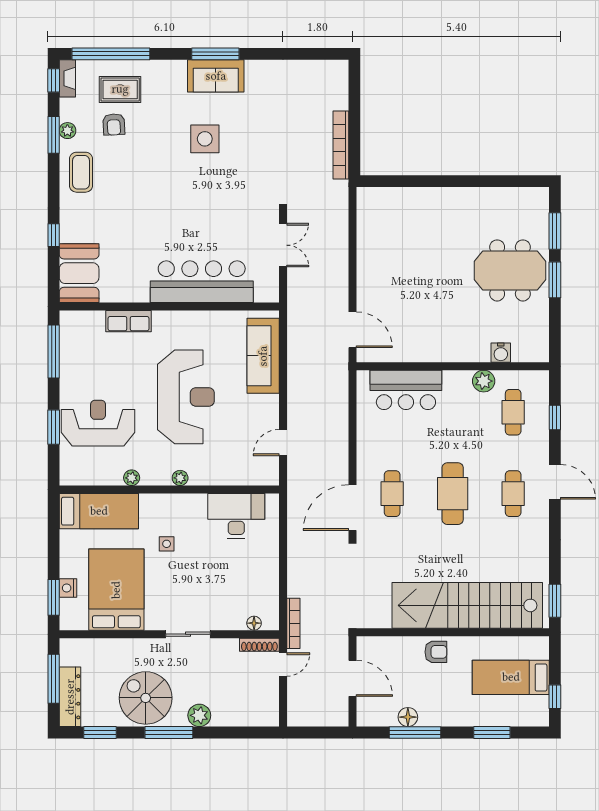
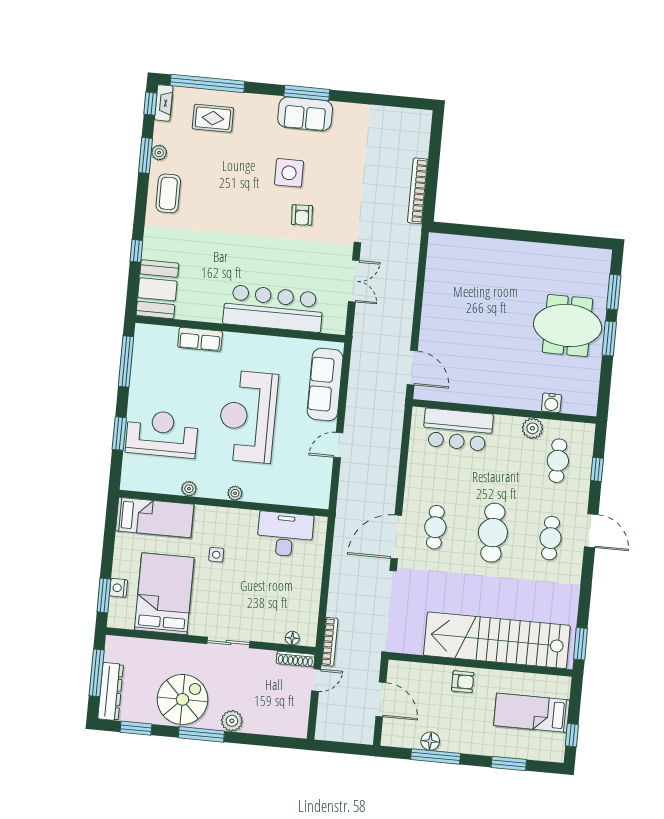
armchair: (114, 124) -> (302, 215), moved
reception desk: (186, 397) -> (248, 417), turned 180
door: (283, 443) -> (338, 445), moved
spiral stairs: (146, 698) -> (182, 699), turned 90

